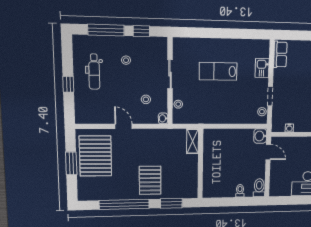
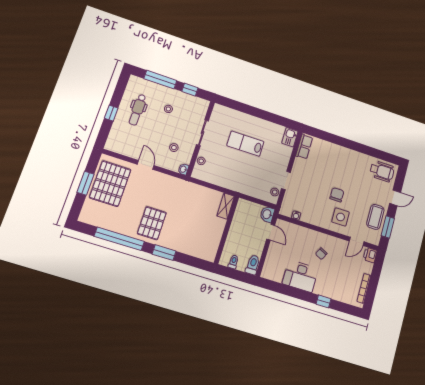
kitchen sink: (262, 68) -> (290, 137), moved
shelving: (193, 141) -> (226, 206), moved
wall: (200, 164) -> (227, 230), moved

